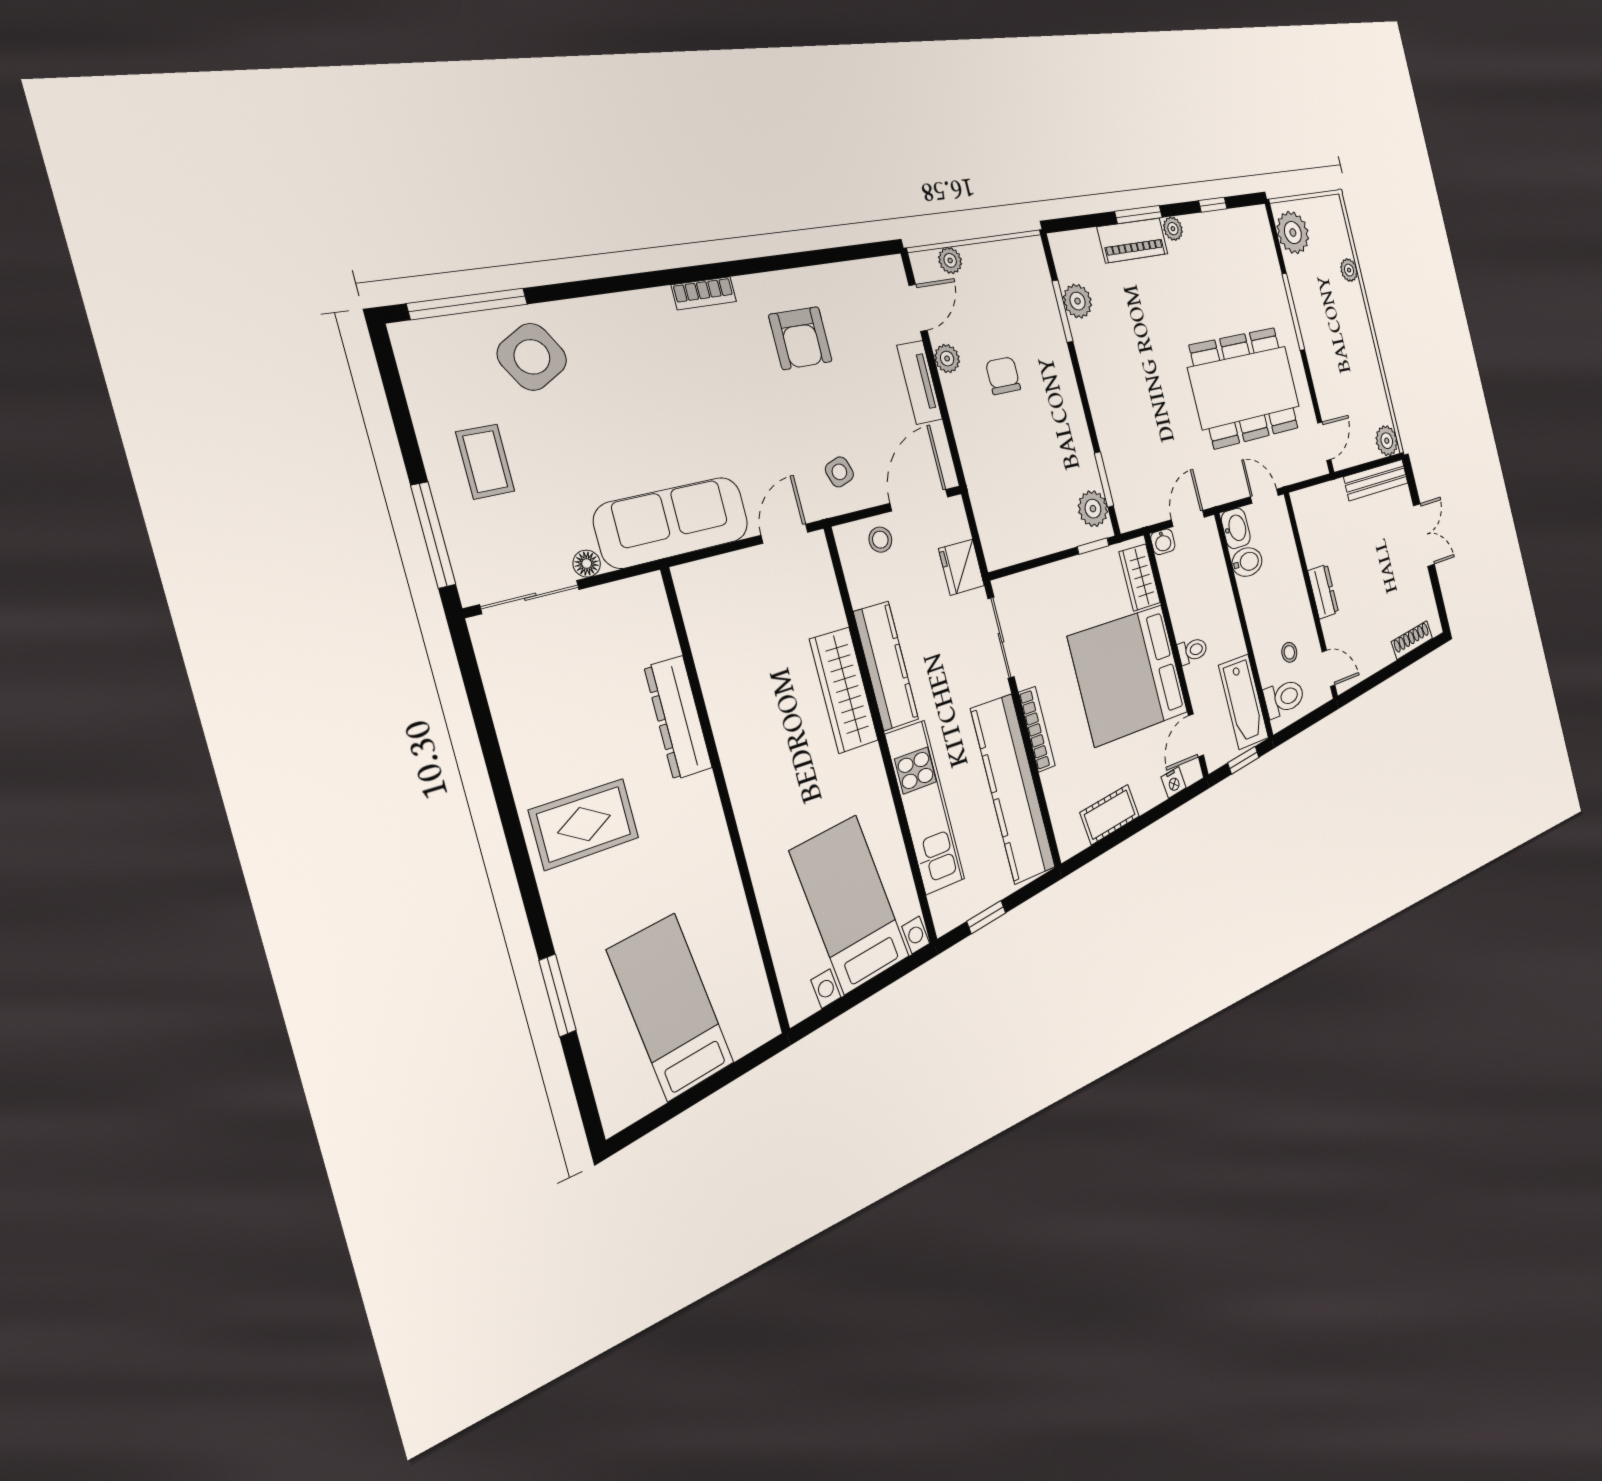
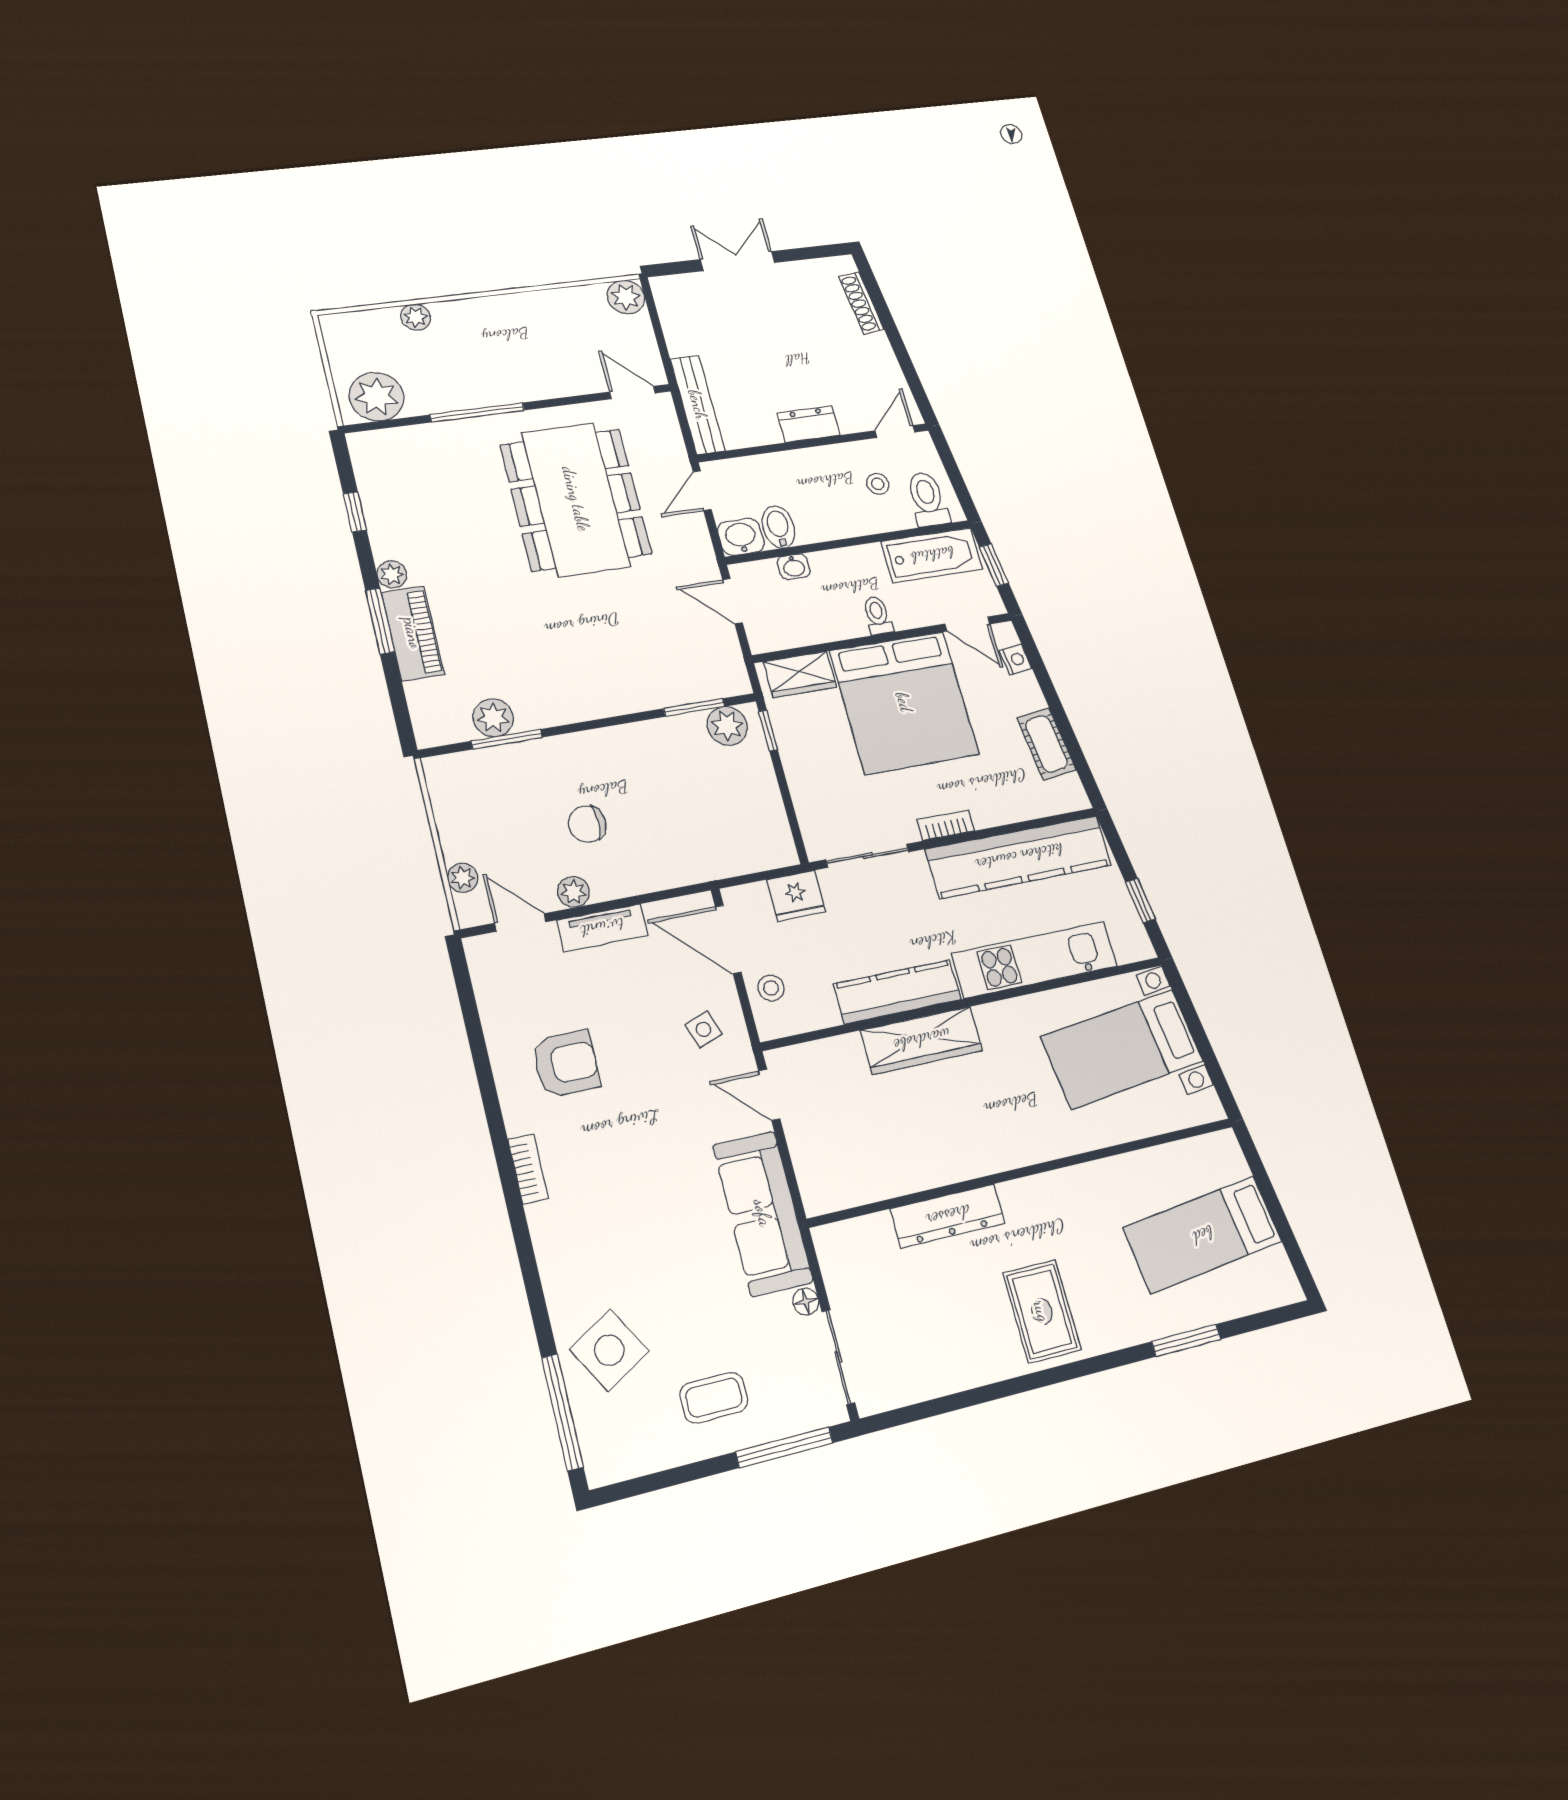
bench: (1376, 480) -> (698, 405), moved
washbasin: (1163, 542) -> (794, 567), moved, turned 90
bookcase: (1037, 729) -> (946, 825), width x0.64

